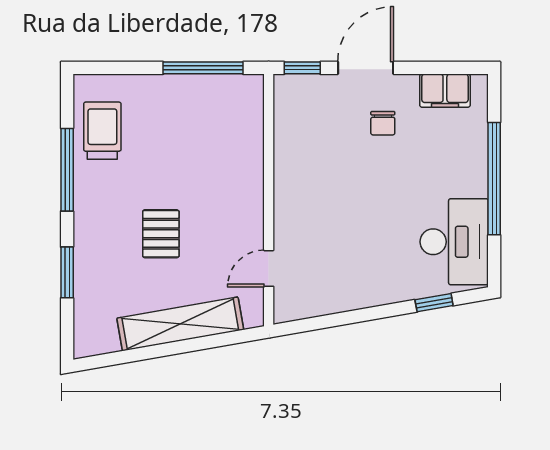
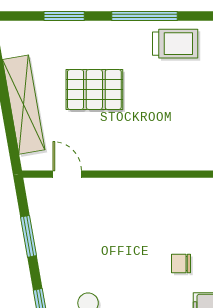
pallet: (161, 234) -> (94, 90), width x1.50, depth x1.42
window: (348, 318) -> (29, 236), added

